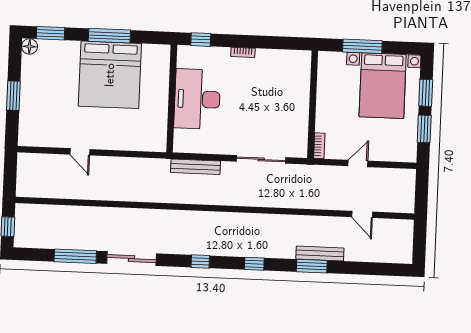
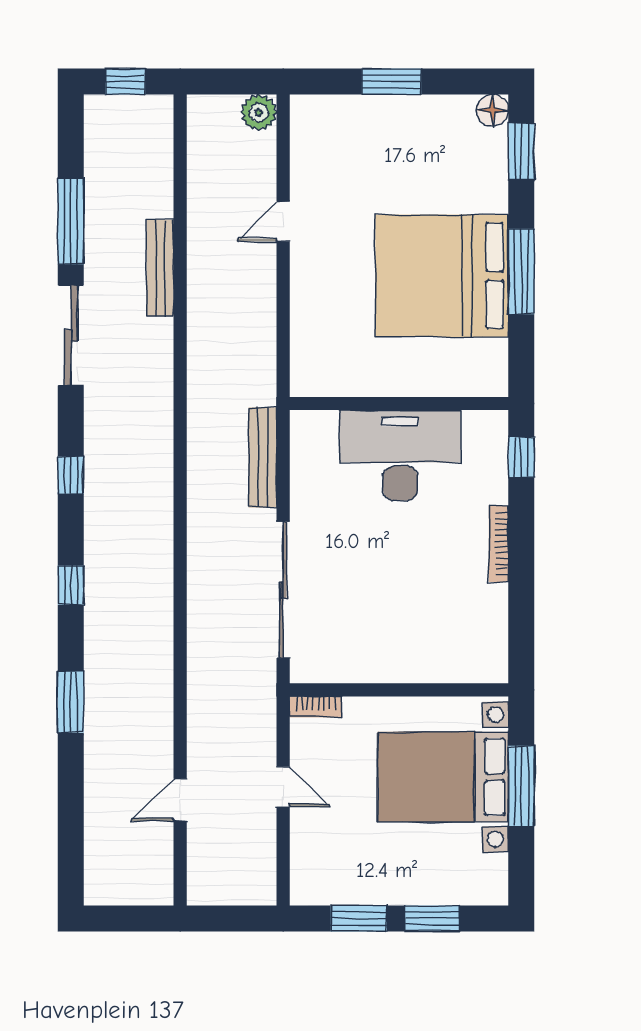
bookcase: (243, 52) -> (499, 544), width x1.56
bed with nightstands: (383, 86) -> (443, 777), moved
sliding door: (261, 159) -> (283, 590), width x1.36
plant: (26, 162) -> (259, 112), added
bench: (320, 253) -> (160, 268), moved

